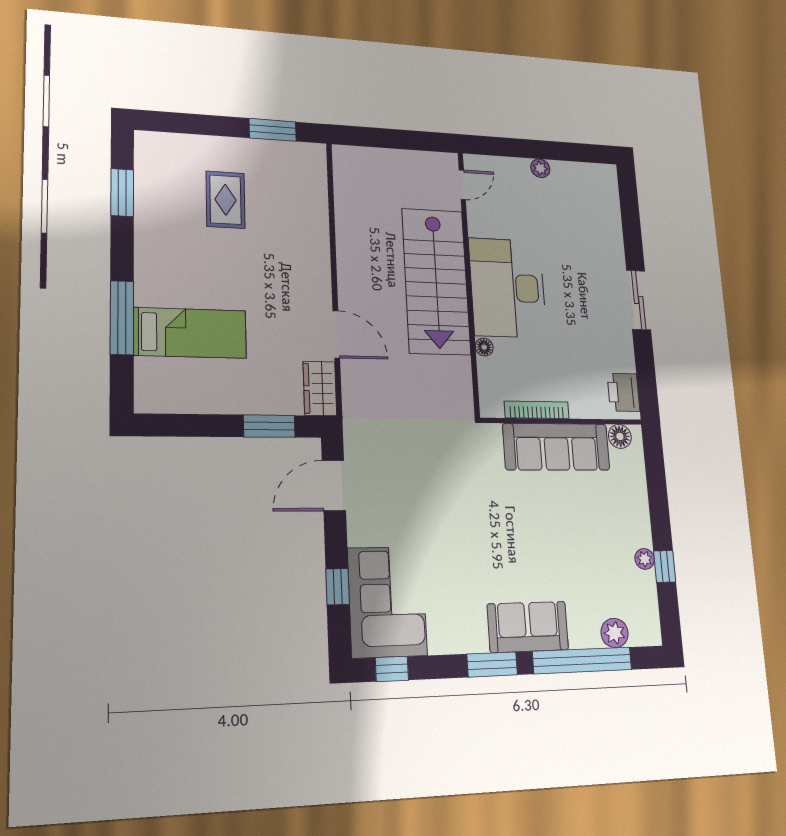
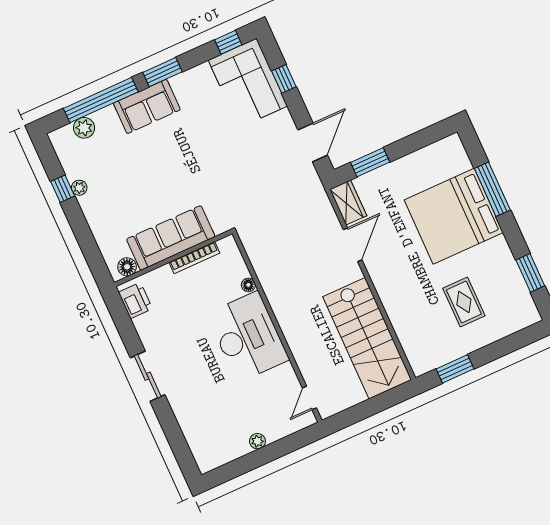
stairs: (436, 281) -> (367, 338), moved, turned 180
bed: (190, 333) -> (454, 216), width x2.04
door: (336, 334) -> (353, 245), swing flipped

